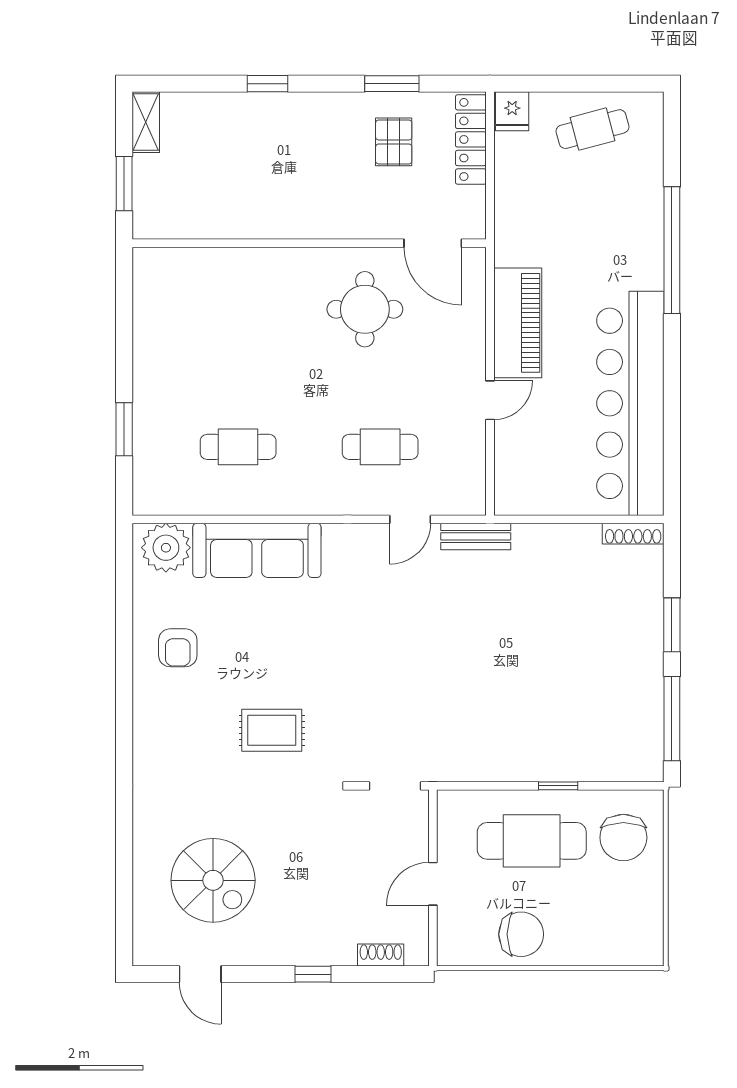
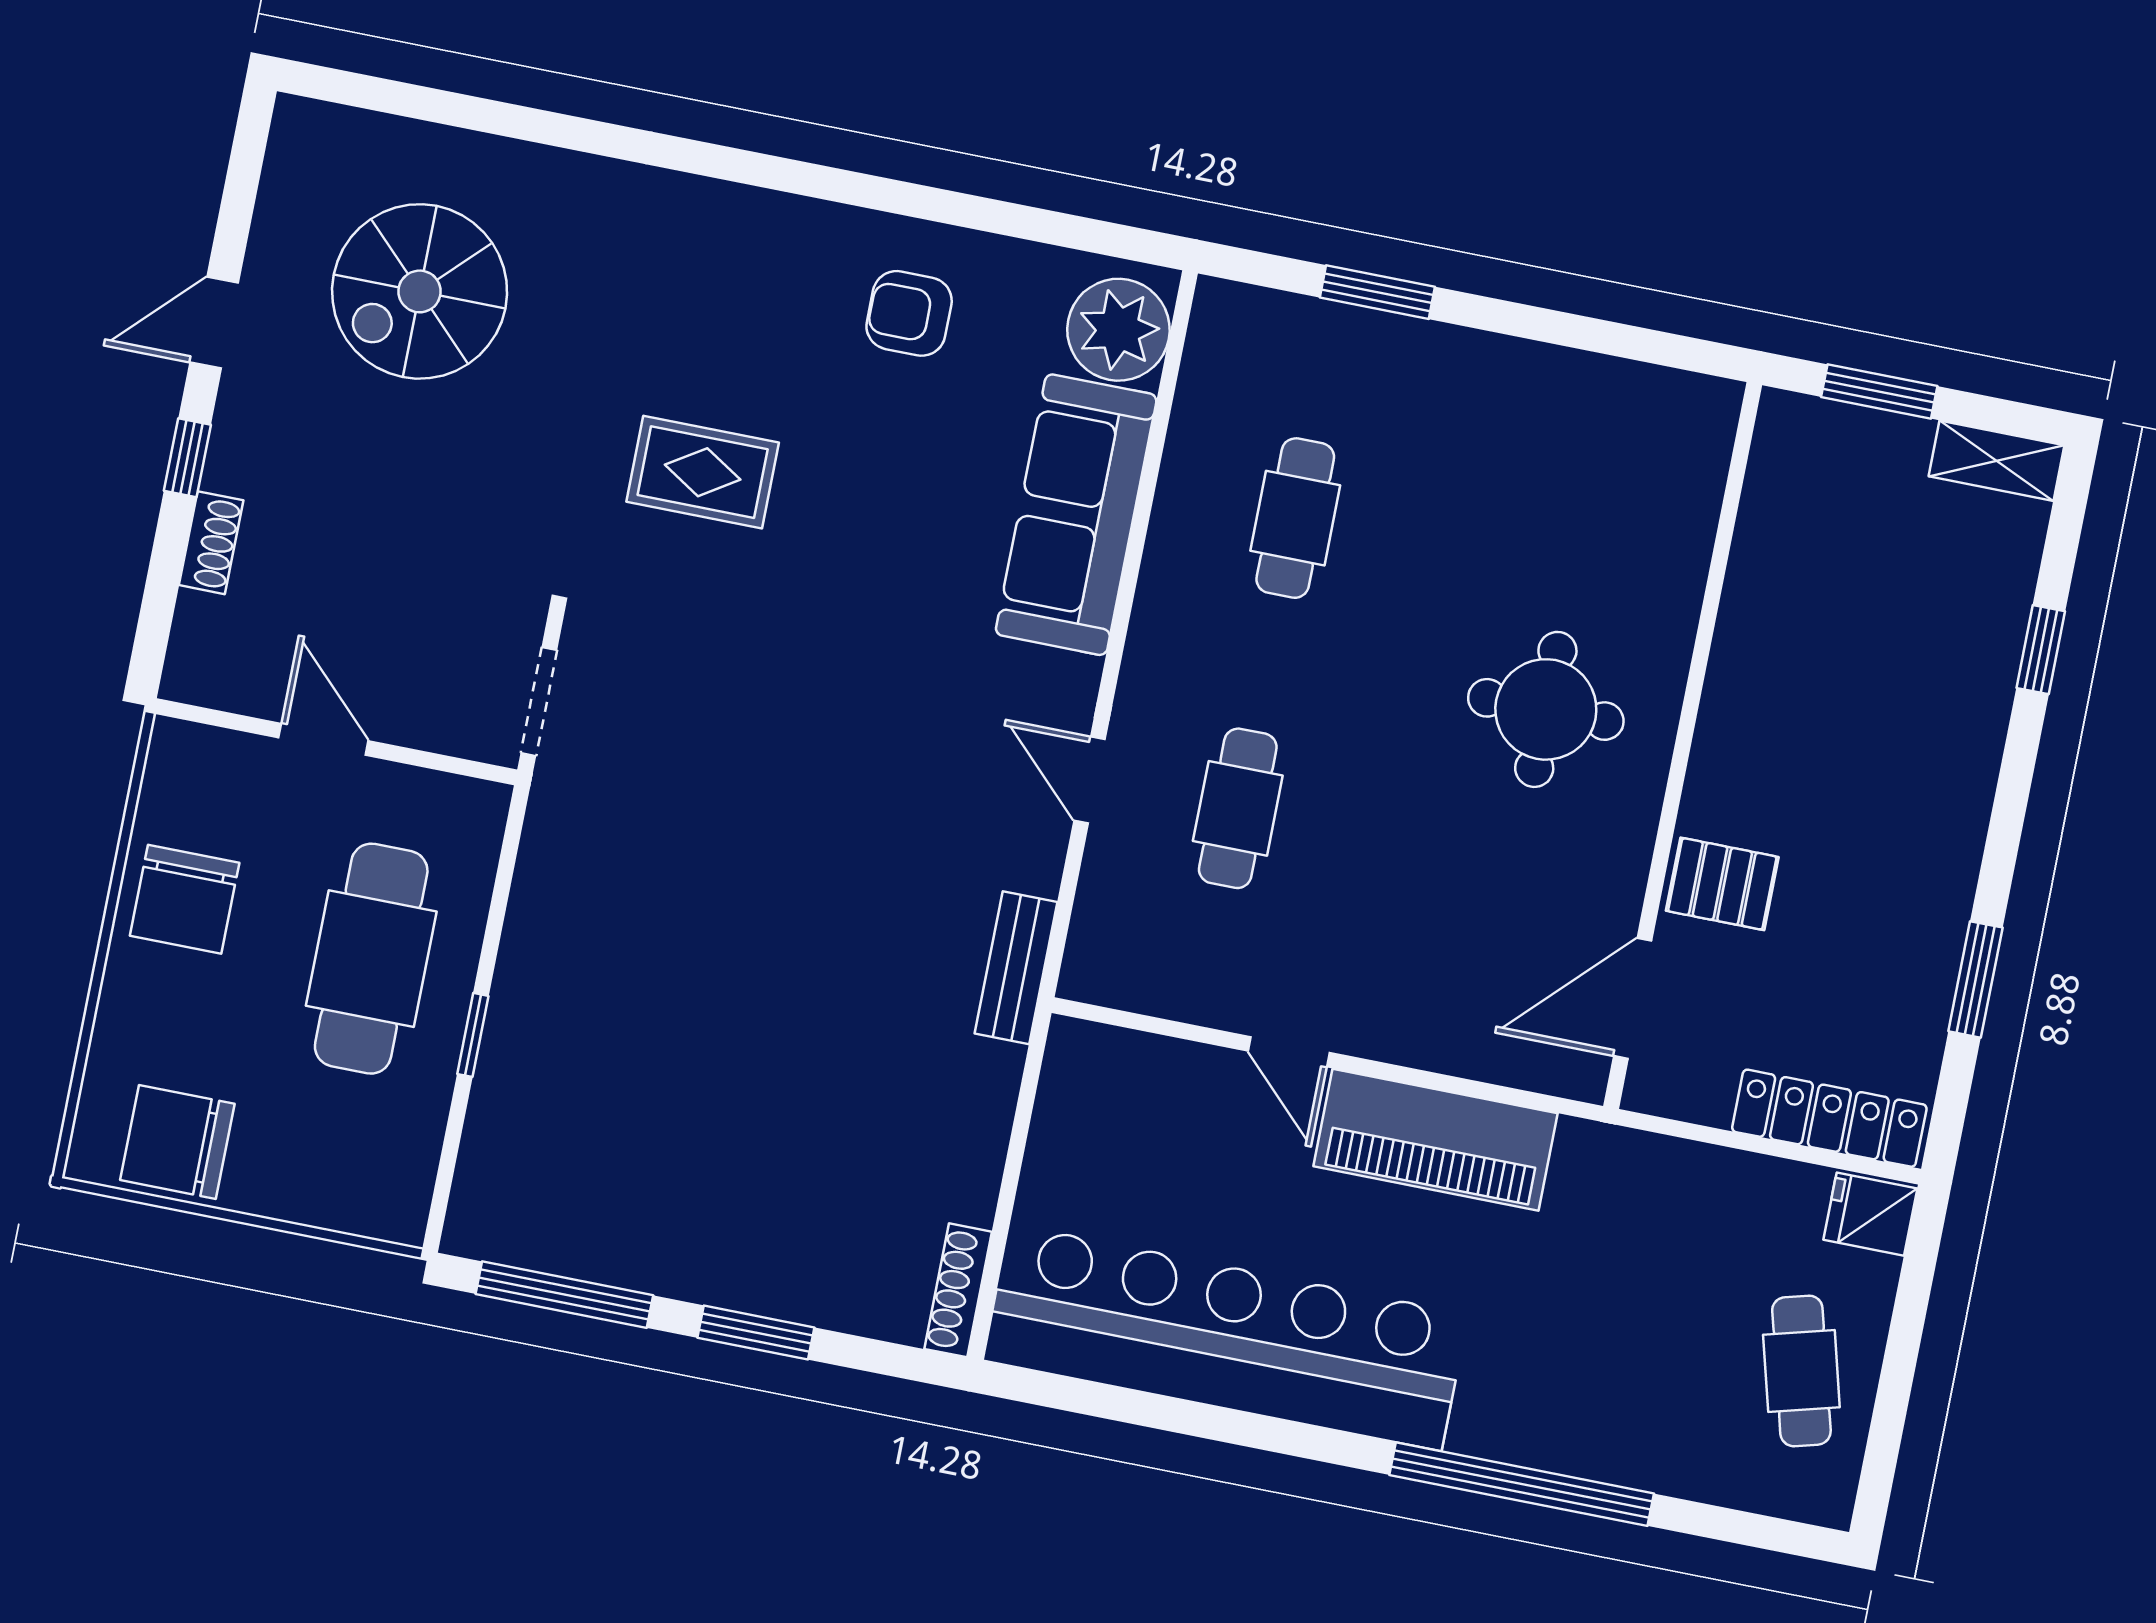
window: (268, 84) -> (2041, 650), moved
pallet: (394, 142) -> (1722, 884), moved
round table: (365, 309) -> (1546, 709), moved
door: (410, 519) -> (1089, 780), moved
rug: (272, 730) -> (703, 472), turned 90
chair: (623, 838) -> (177, 1142), moved
shoe rack: (381, 955) -> (211, 543), moved
door: (200, 974) -> (214, 323), moved

